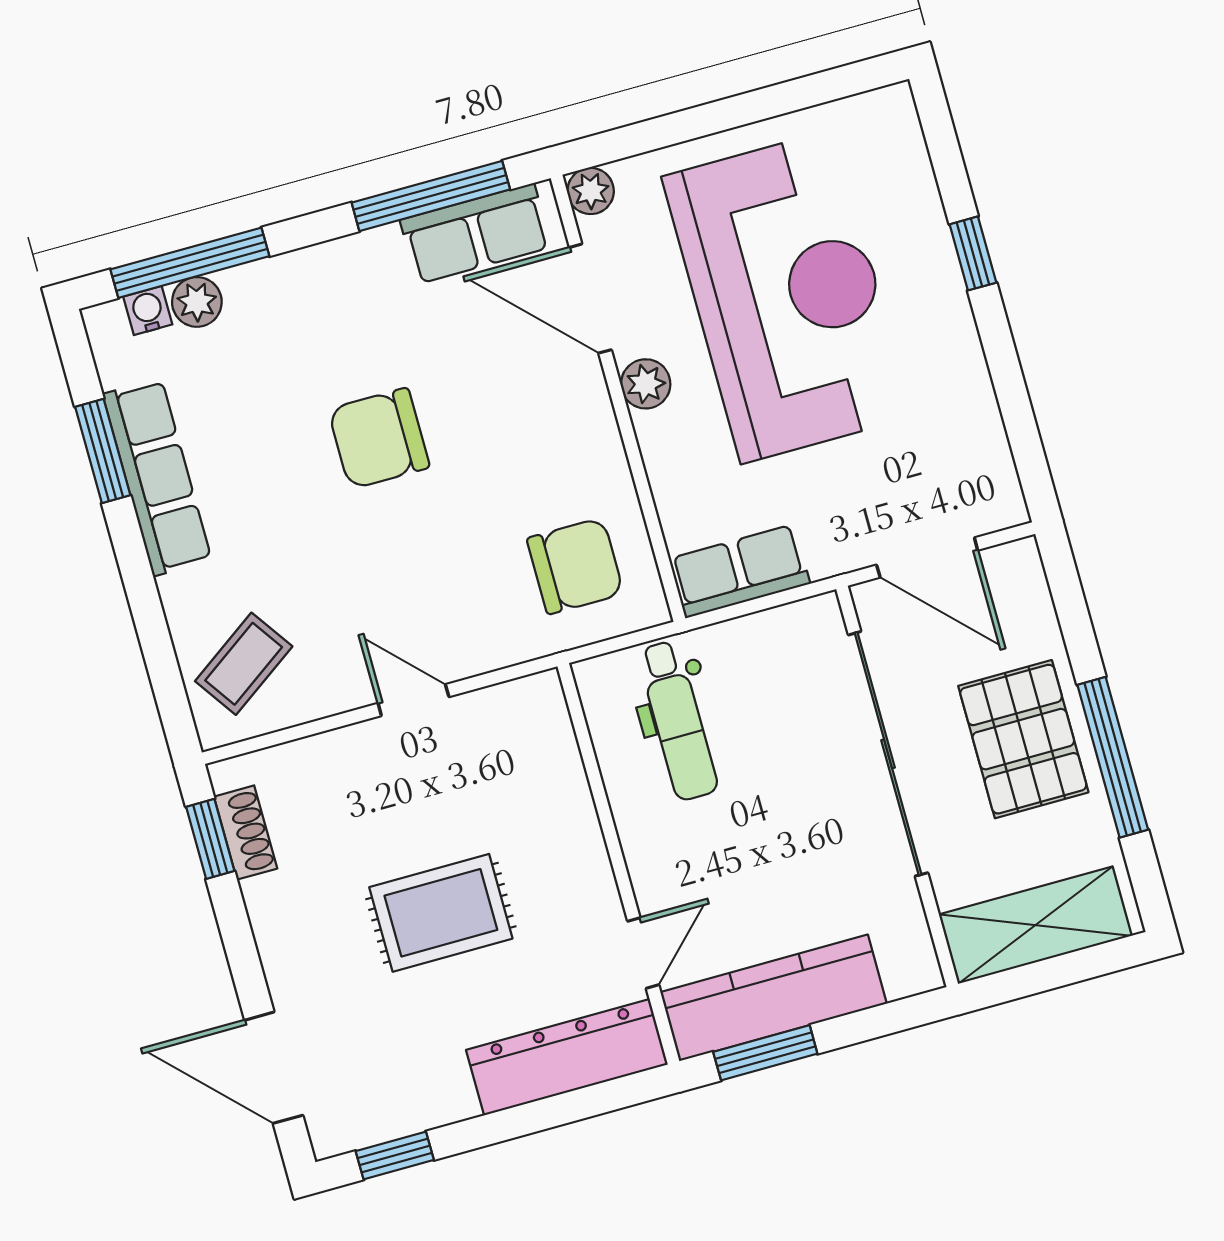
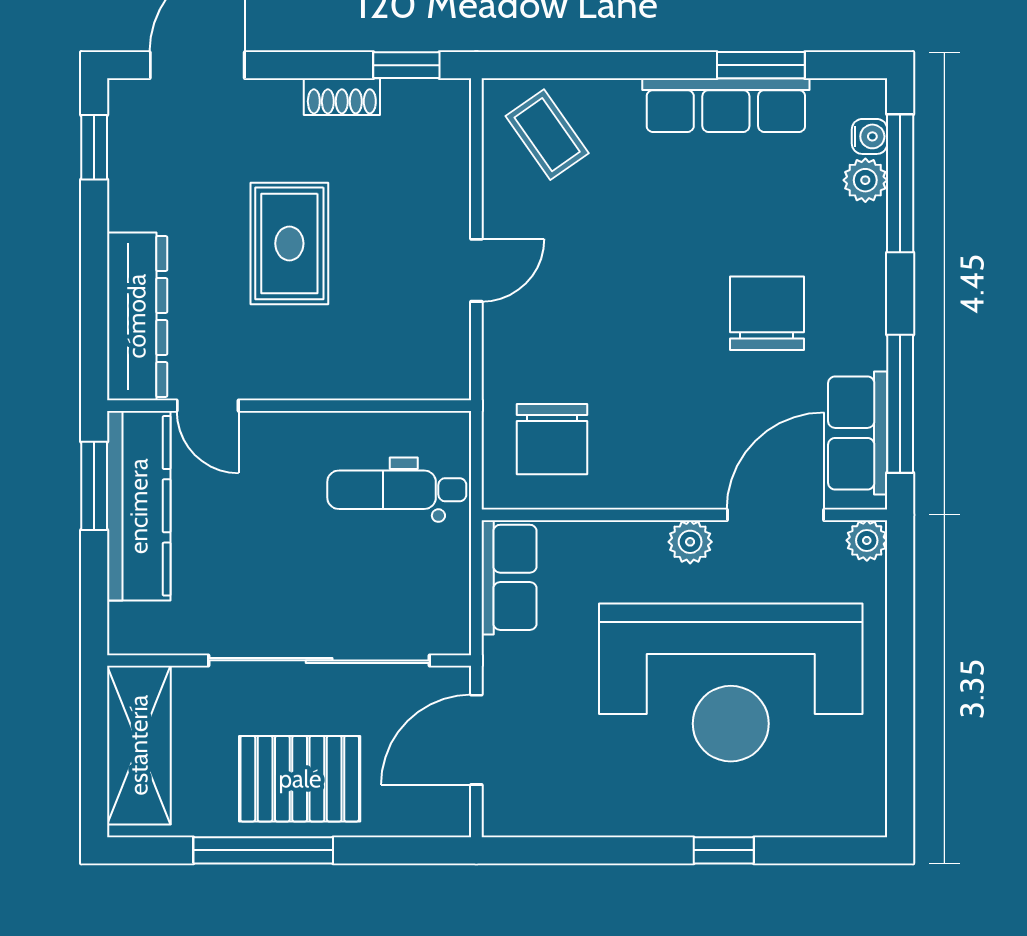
chair: (379, 438) -> (767, 313), moved
shoe rack: (246, 833) -> (342, 97), moved

